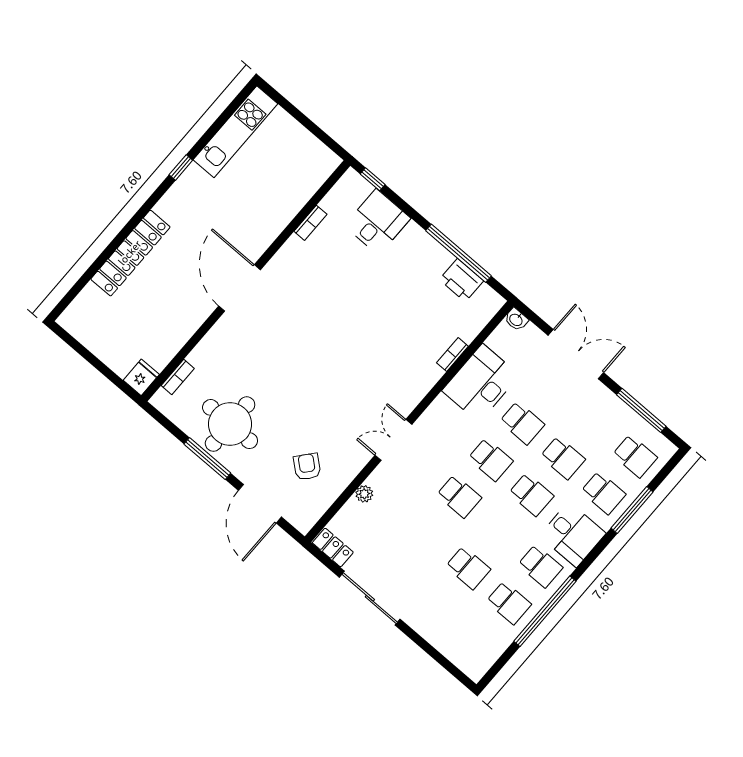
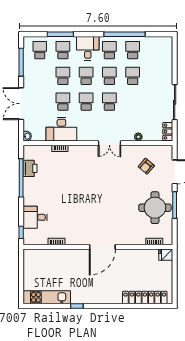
locker: (130, 253) -> (145, 298), moved
school desk: (500, 531) -> (109, 76), added

